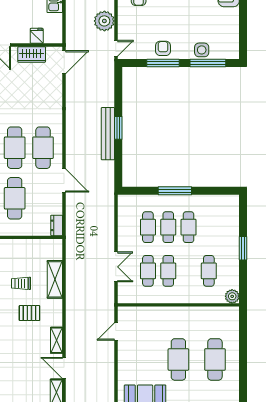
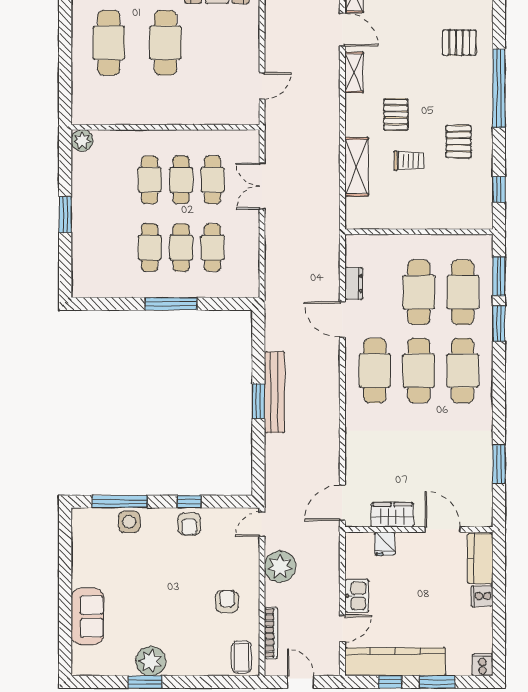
window: (163, 63) -> (189, 502), width x0.46
dresser: (57, 225) -> (354, 283), moved
cafe table: (209, 271) -> (150, 180), moved
pallet: (29, 313) -> (396, 115), turned 90

